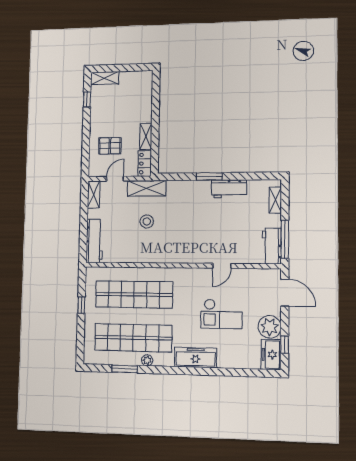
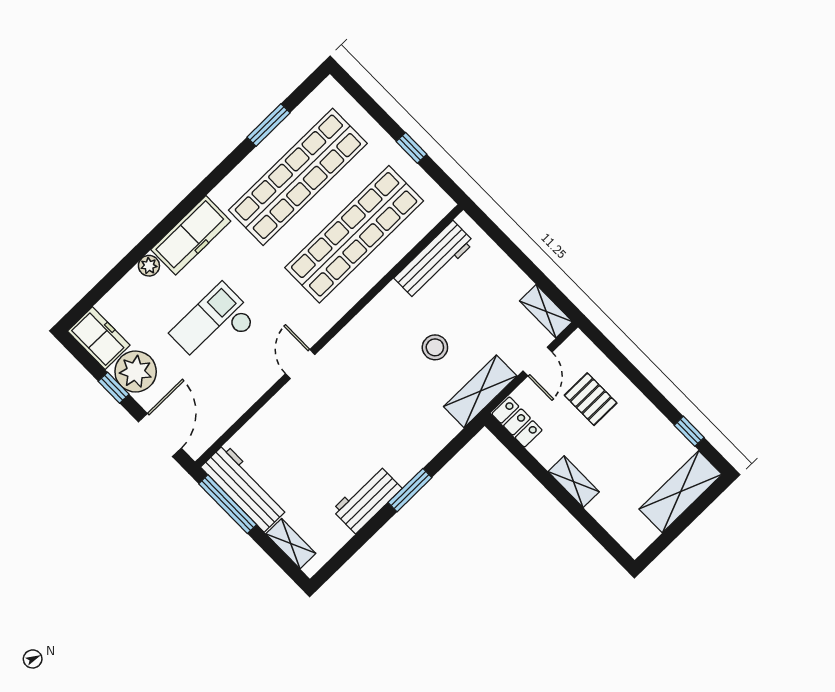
shelving: (105, 78) -> (681, 492), width x1.50, depth x1.33
shelving: (146, 136) -> (574, 482), moved
pallet: (110, 146) -> (591, 399), turned 90
workbench: (94, 241) -> (434, 260), moved, turned -90
workbench: (272, 246) -> (245, 488), width x1.37
door: (222, 266) -> (300, 364), moved
door: (285, 293) -> (160, 435), swing flipped
window: (285, 345) -> (114, 388), moved
plant: (147, 360) -> (149, 266), moved

